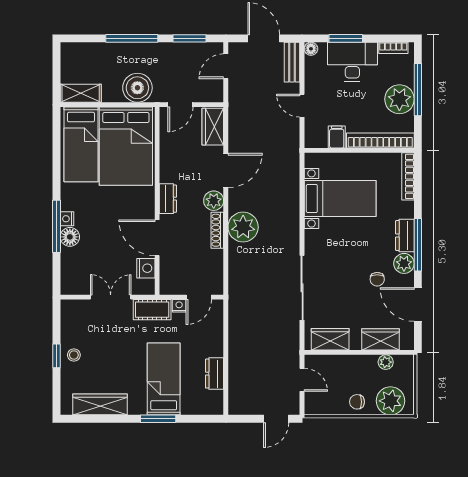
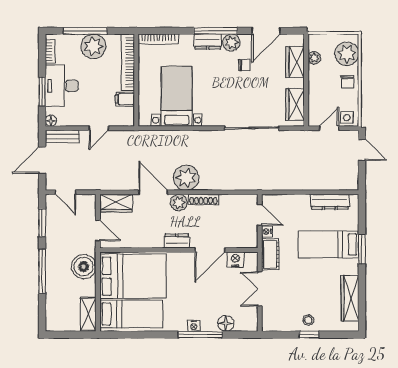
plant: (243, 227) -> (186, 178), moved
floor lamp: (70, 237) -> (226, 323), moved
dresser: (215, 374) -> (330, 202), width x1.44
side table: (315, 401) -> (347, 118), added

